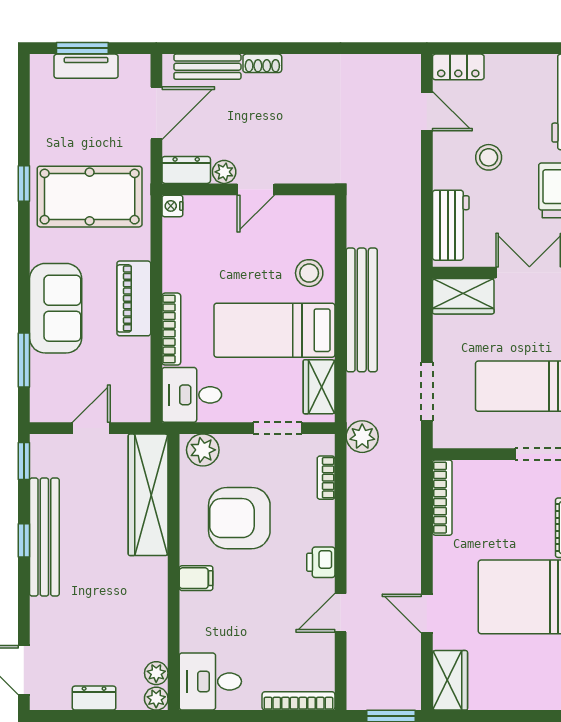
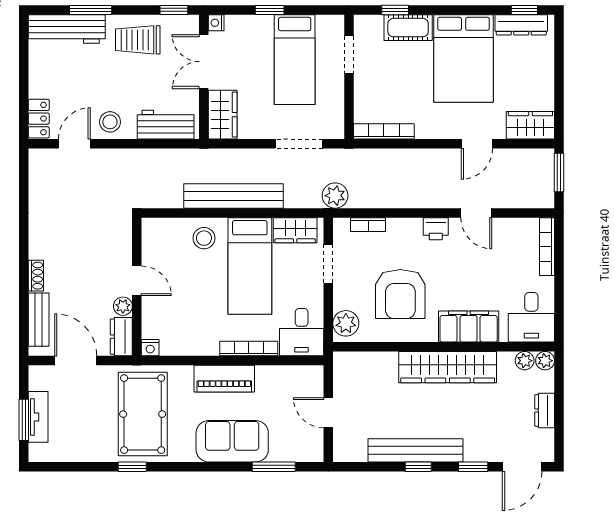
stool: (489, 157) -> (110, 122), moved
window: (24, 461) -> (473, 467), moved
wardrobe: (148, 495) -> (448, 367), moved
filing cabinet: (196, 578) -> (469, 327), width x3.00, depth x1.17

